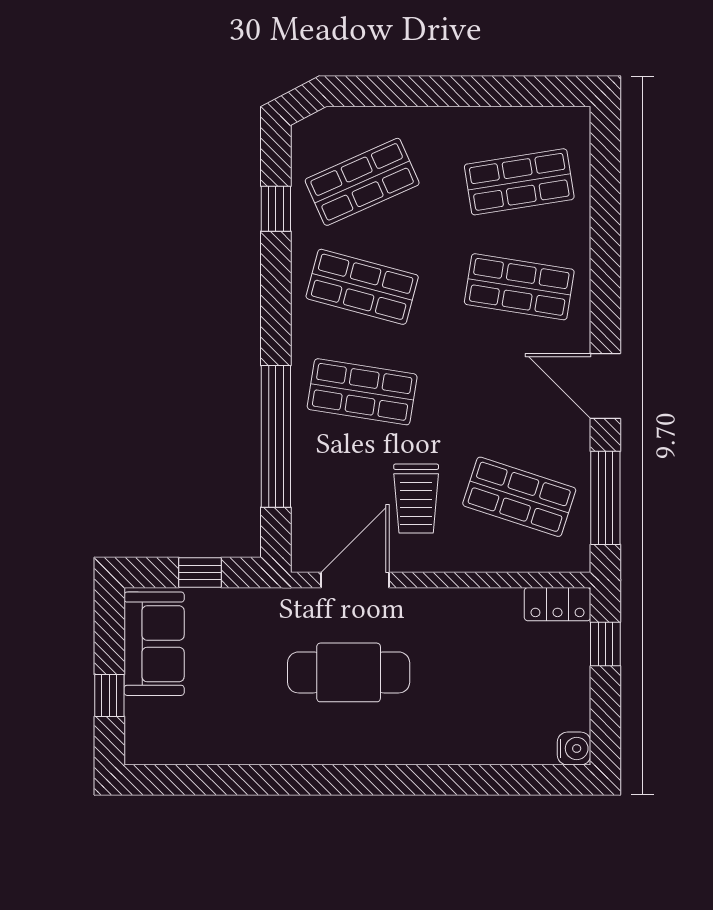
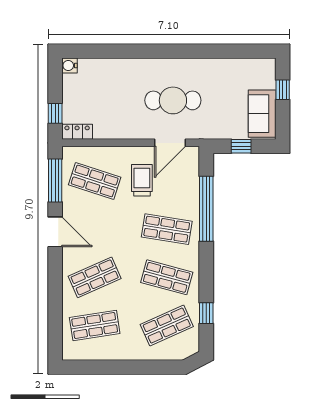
shop shelf: (519, 287) -> (95, 277), turned -33

